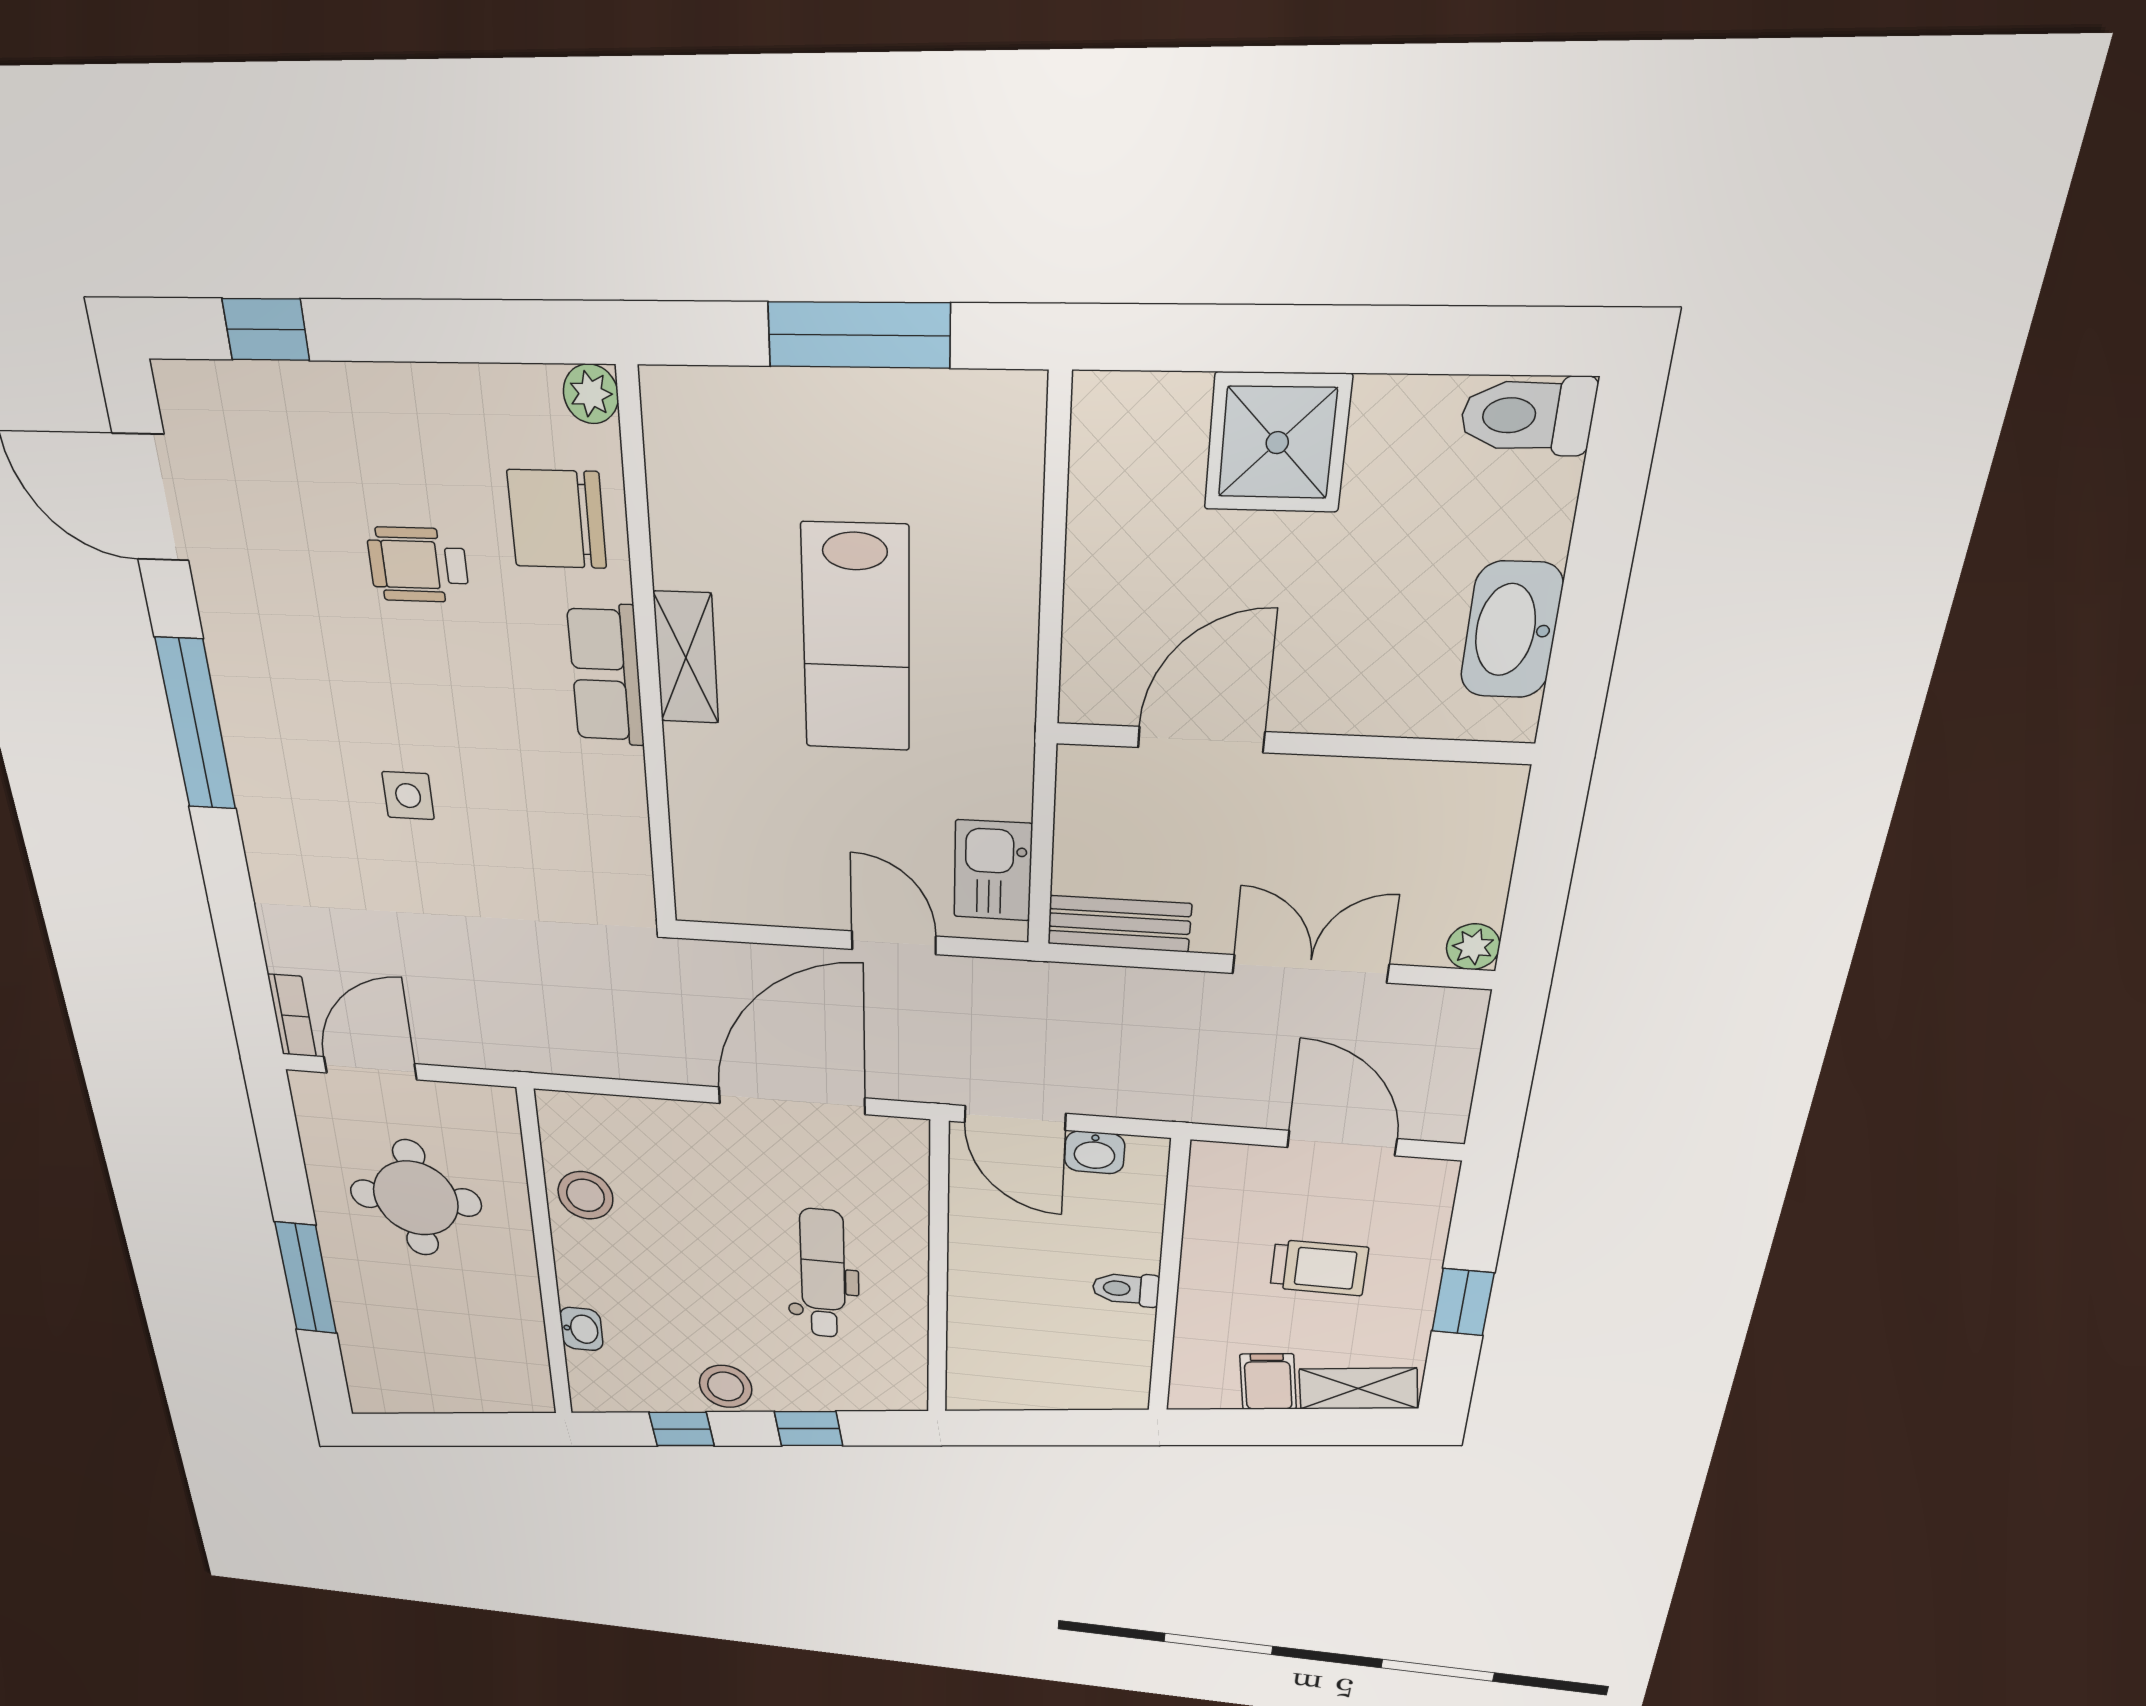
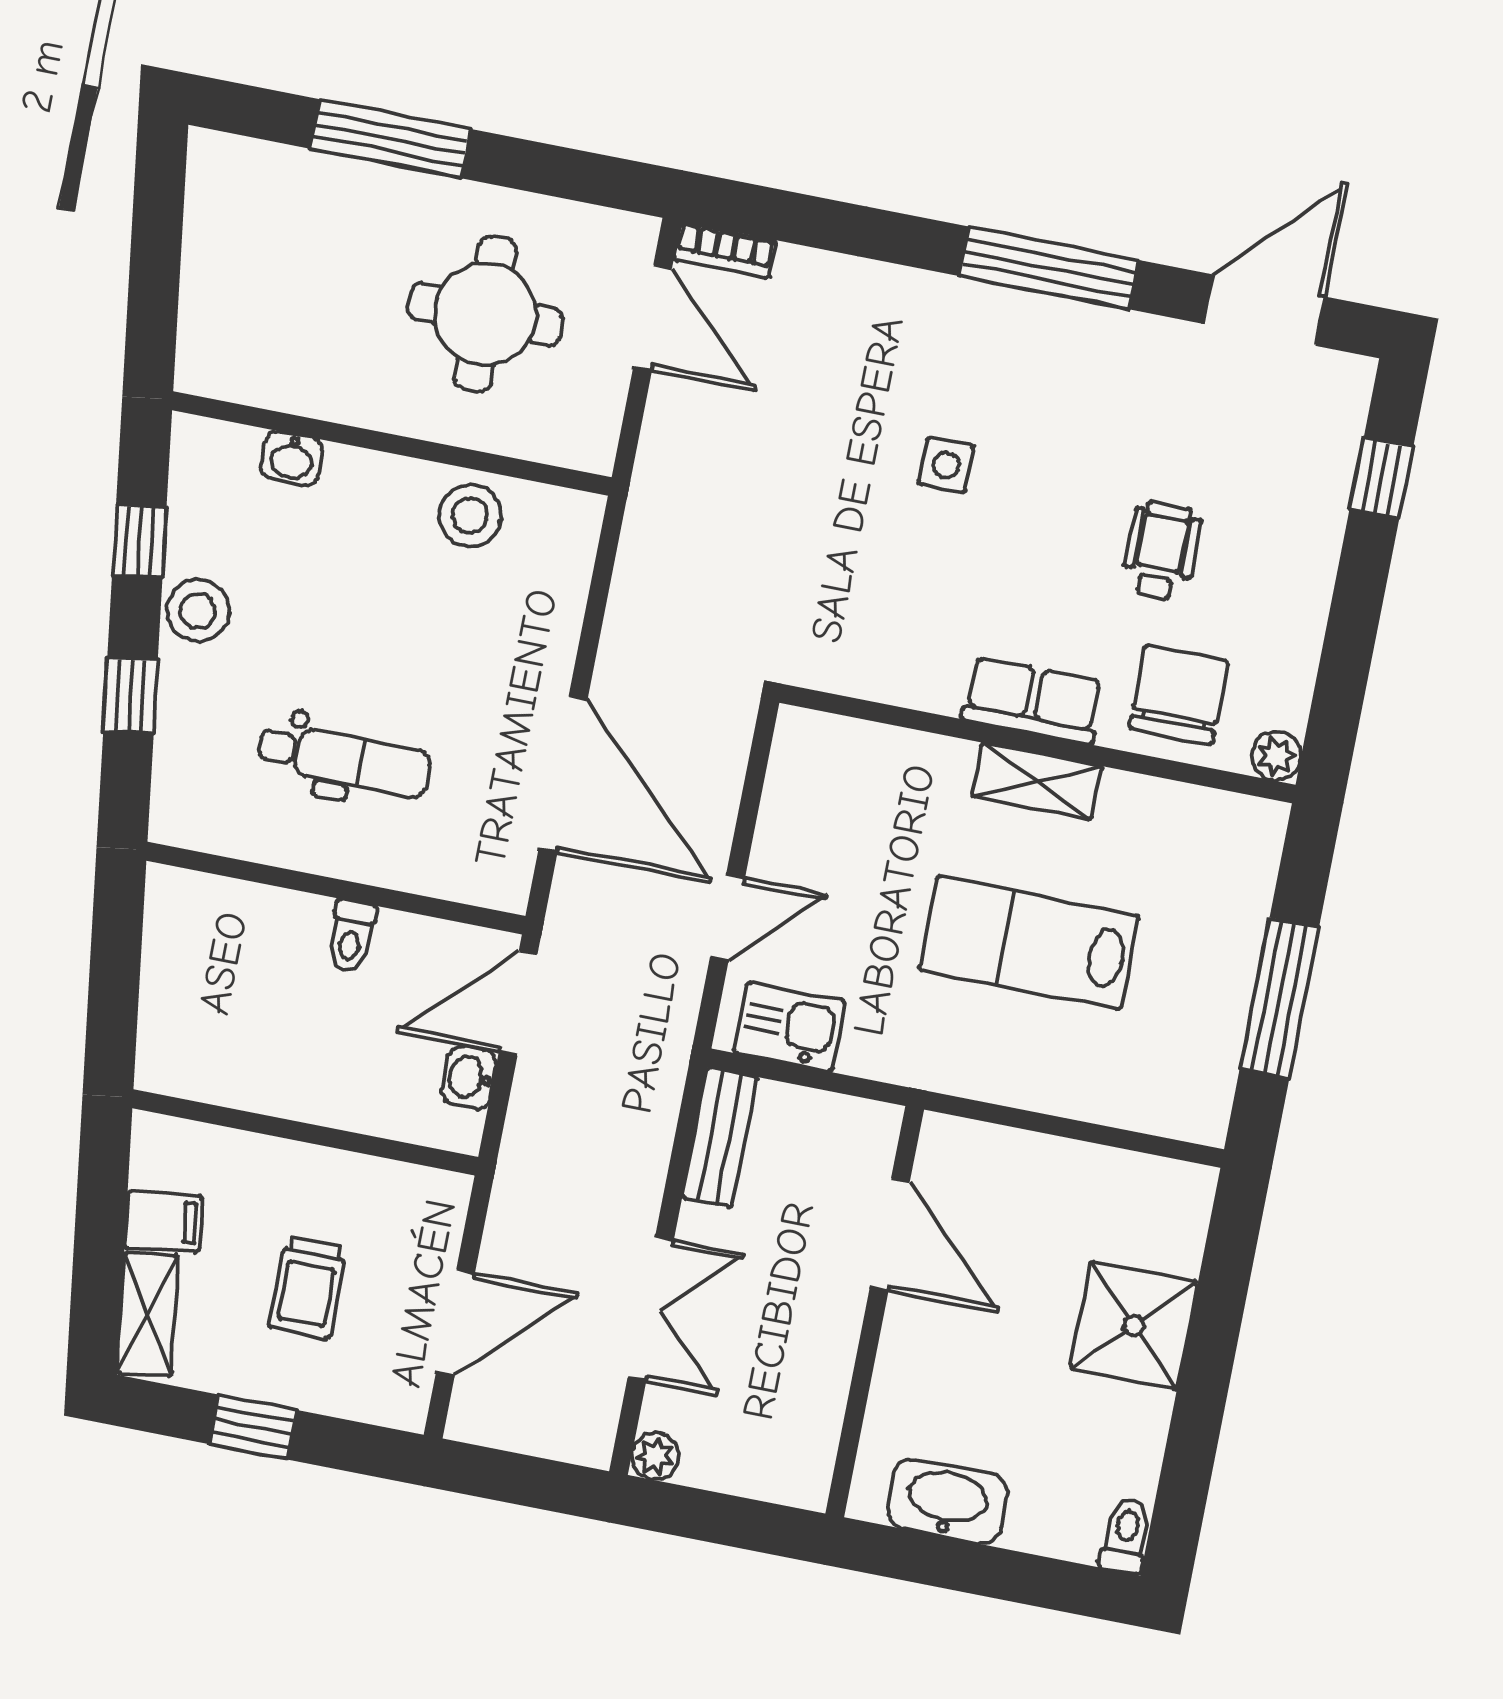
toilet: (1527, 416) -> (1126, 1536), width x0.73, depth x0.72
toilet: (1126, 1289) -> (351, 936), moved, turned 180

